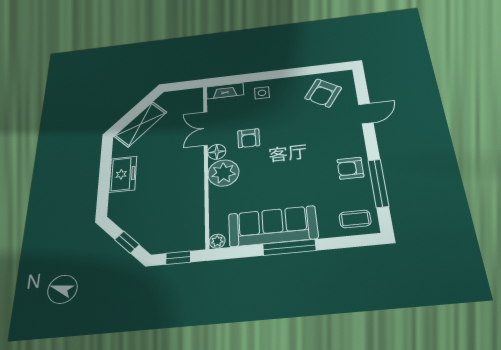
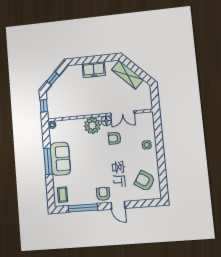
fireplace: (225, 91) -> (149, 123), removed
door: (366, 114) -> (118, 205), moved
double door: (206, 128) -> (122, 113), swing flipped
armchair: (350, 168) -> (103, 194), moved
sofa: (273, 226) -> (60, 159), width x0.73

